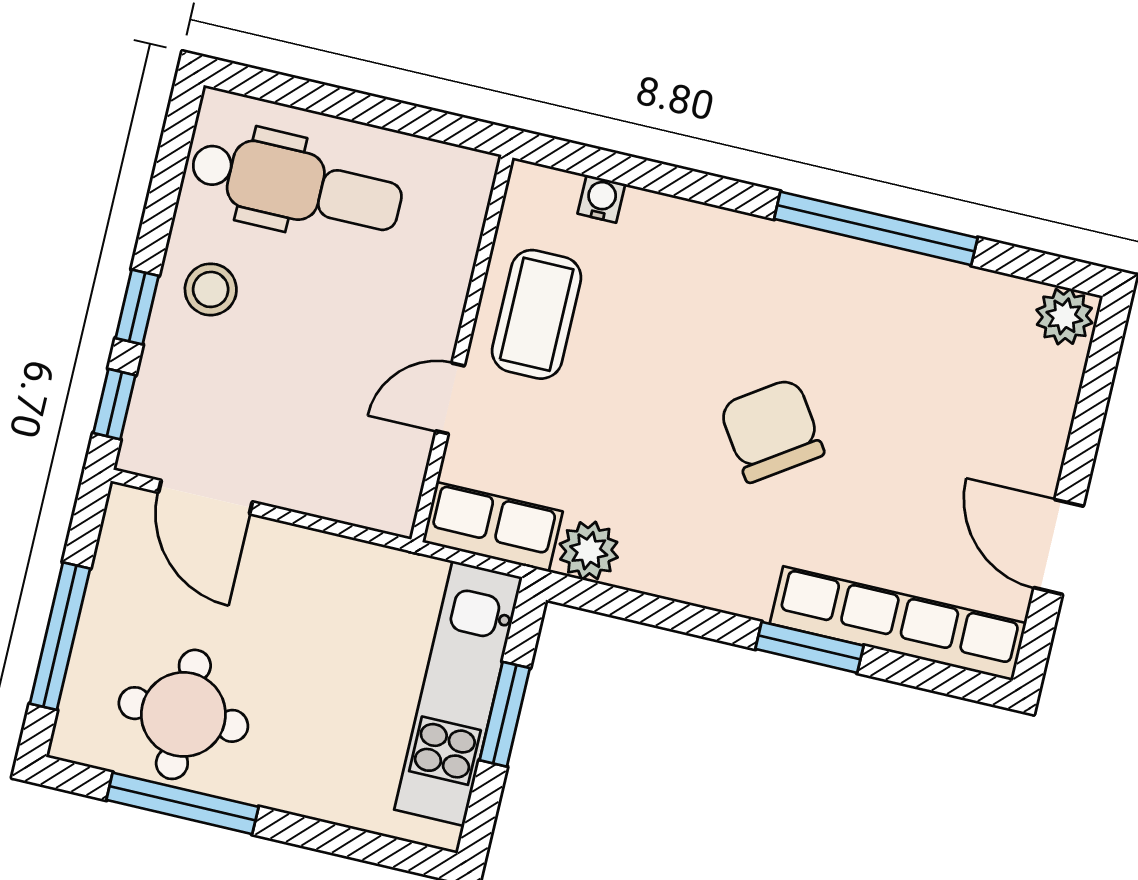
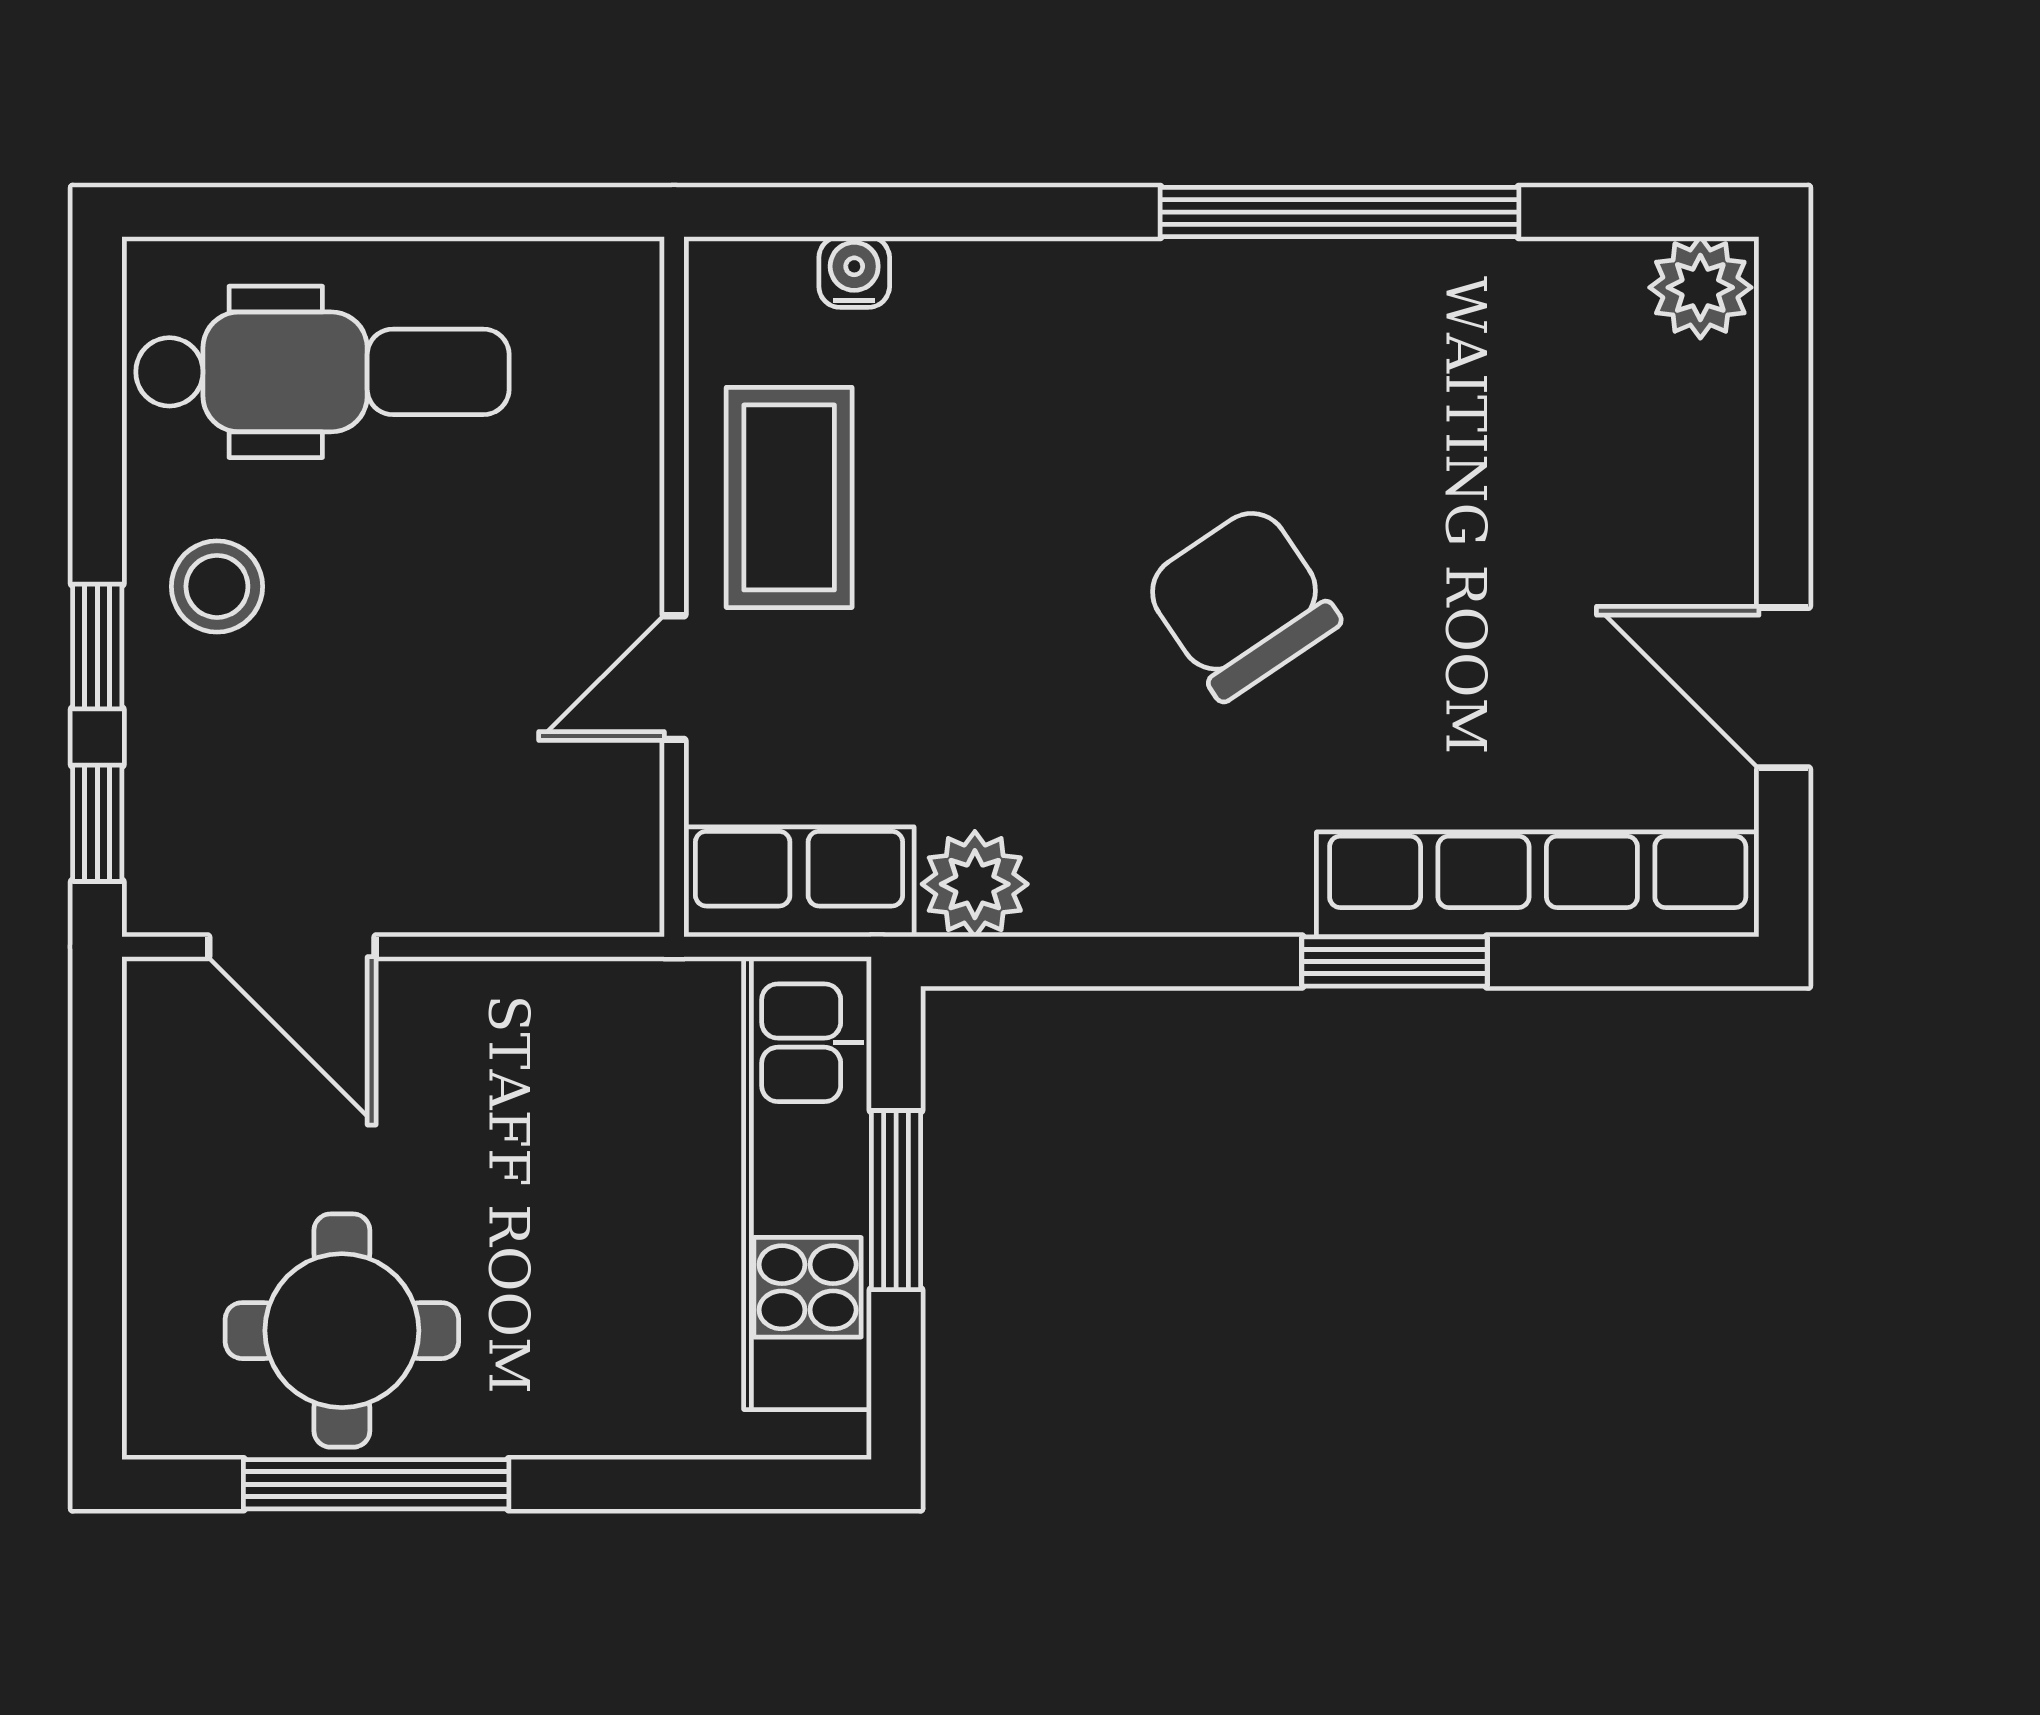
window: (60, 636) -> (97, 1245), removed

